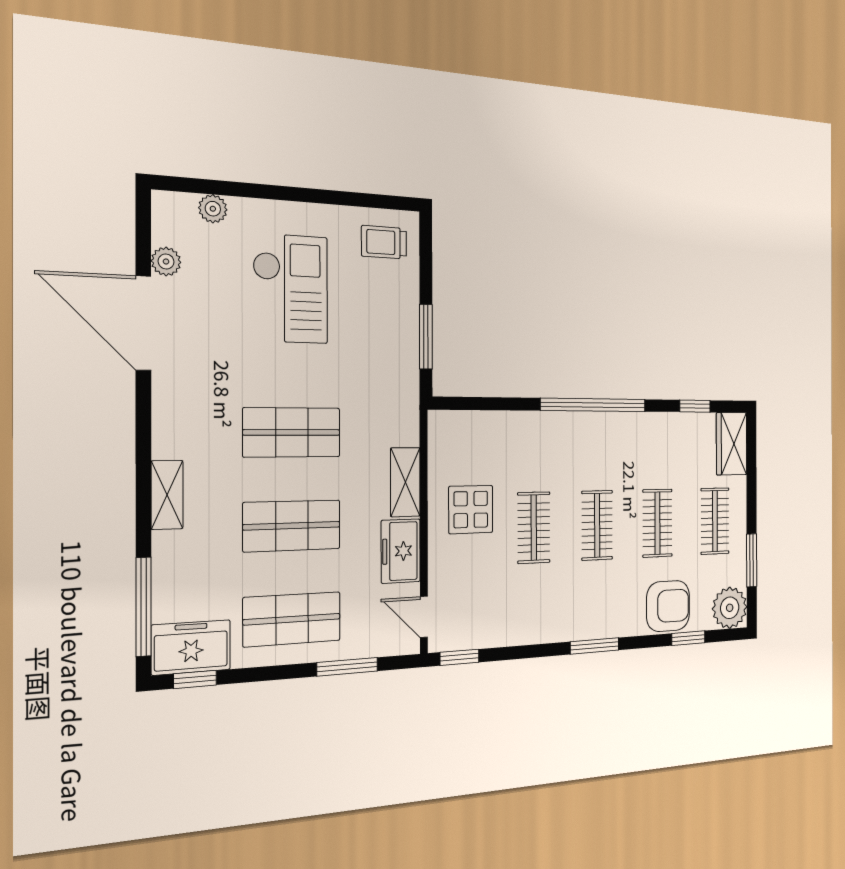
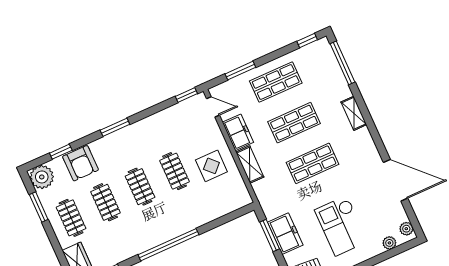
plant: (166, 261) -> (406, 229), moved
armchair: (668, 606) -> (80, 163), turned -90
freezer: (191, 647) -> (285, 234), moved, turned -90

